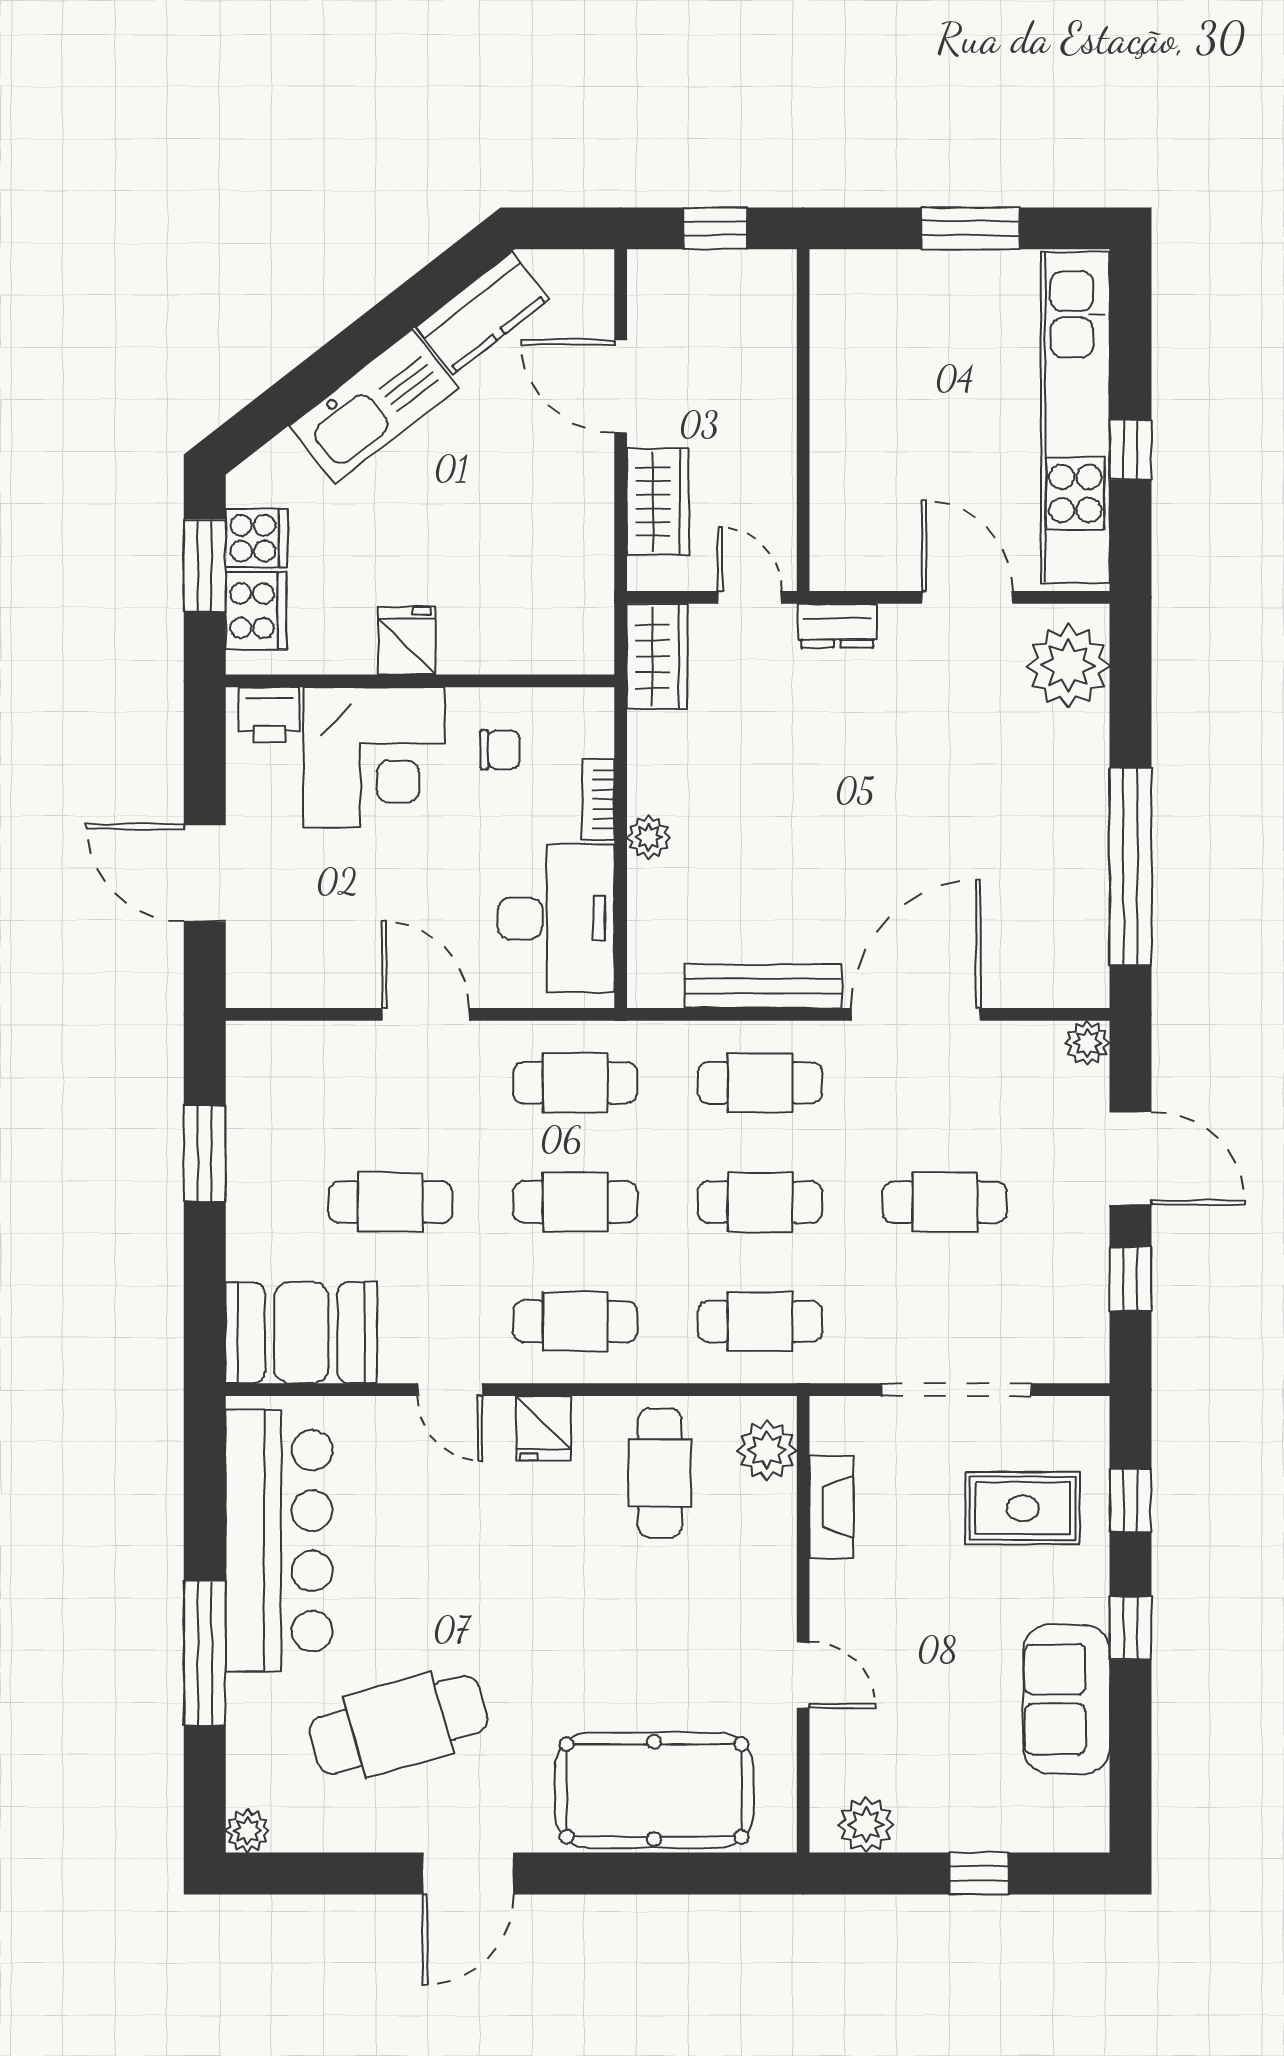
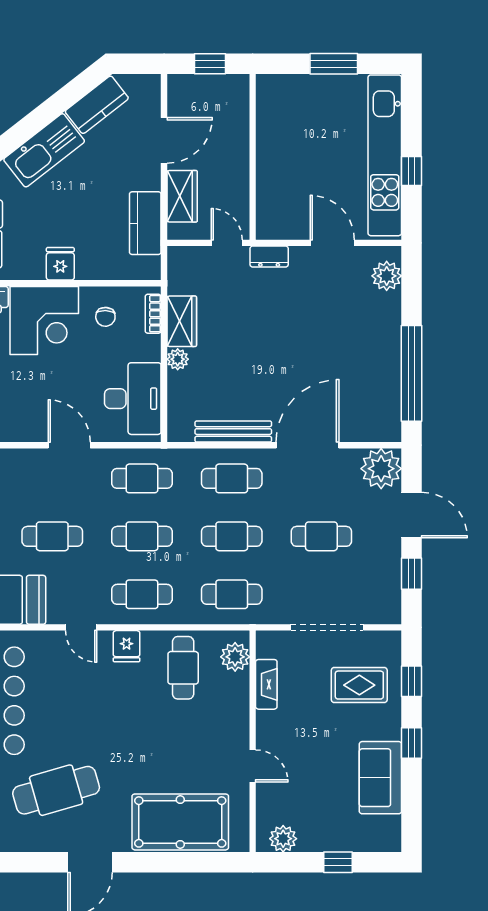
door: (621, 386) -> (164, 140), swing flipped
kitchen counter: (582, 557) -> (145, 223), added
wardrobe: (657, 656) -> (182, 321), moved
plant: (1068, 666) -> (387, 276), width x0.73, depth x0.73
chair: (500, 750) -> (105, 317), turned 92
bookcase: (598, 800) -> (153, 314), moved
plant: (1087, 1043) -> (381, 469), width x1.87, depth x1.87

